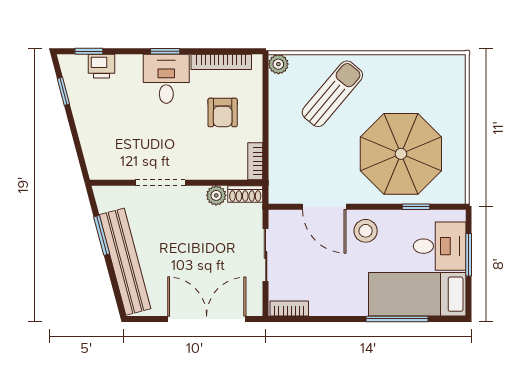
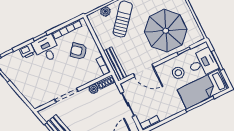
plant: (278, 64) -> (105, 11), moved
printer: (101, 66) -> (27, 51), moved
armchair: (223, 113) -> (78, 51), turned 130
bench: (278, 169) -> (115, 64), added
stool: (366, 231) -> (178, 73), moved

